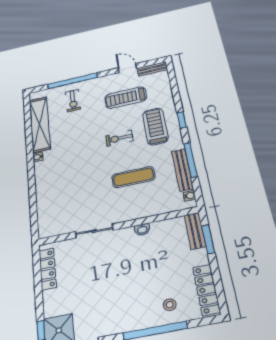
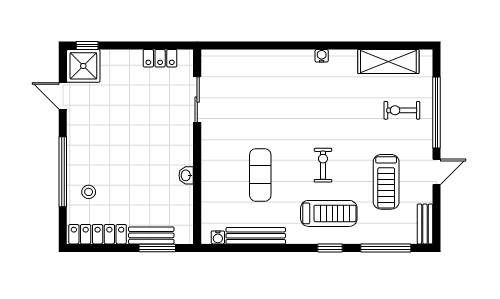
door: (127, 68) -> (437, 172), moved
treadmill: (126, 98) -> (386, 182), turned 180
shelving: (40, 124) -> (388, 62), width x0.68
window: (191, 160) -> (386, 248), moved
sliding door: (94, 231) -> (197, 100), moved
bench: (195, 231) -> (151, 235), moved
locker: (48, 269) -> (160, 58), width x0.66

